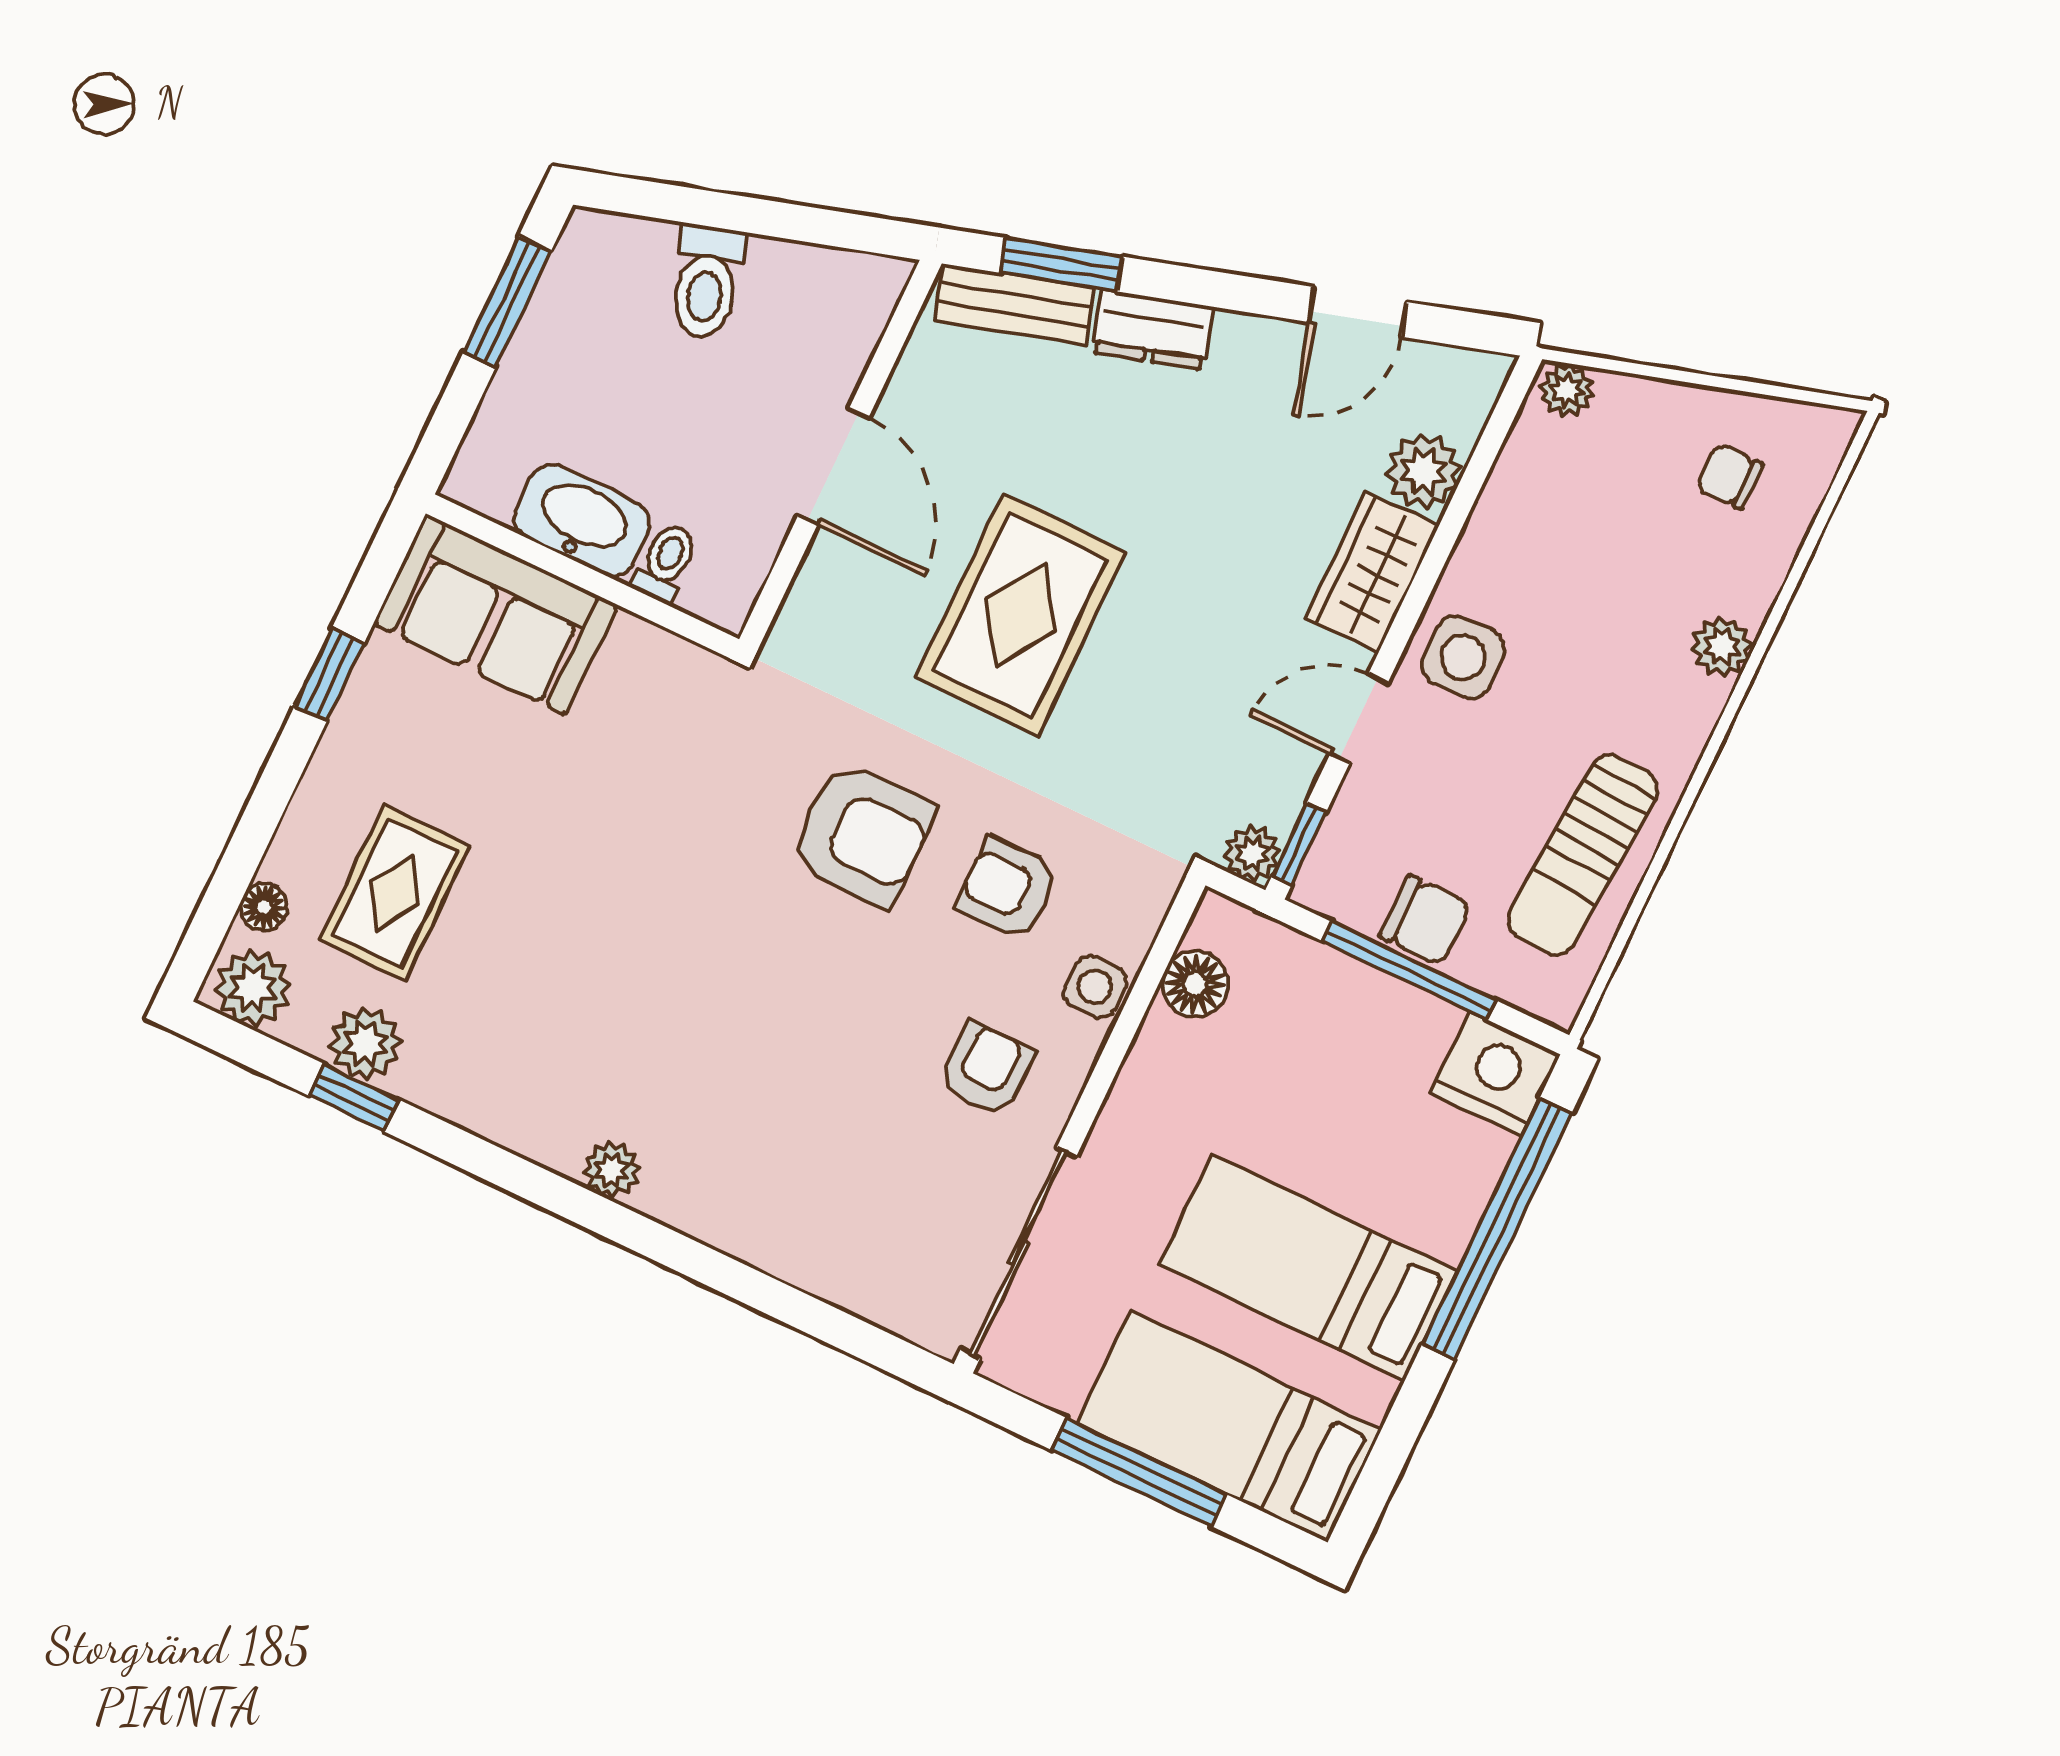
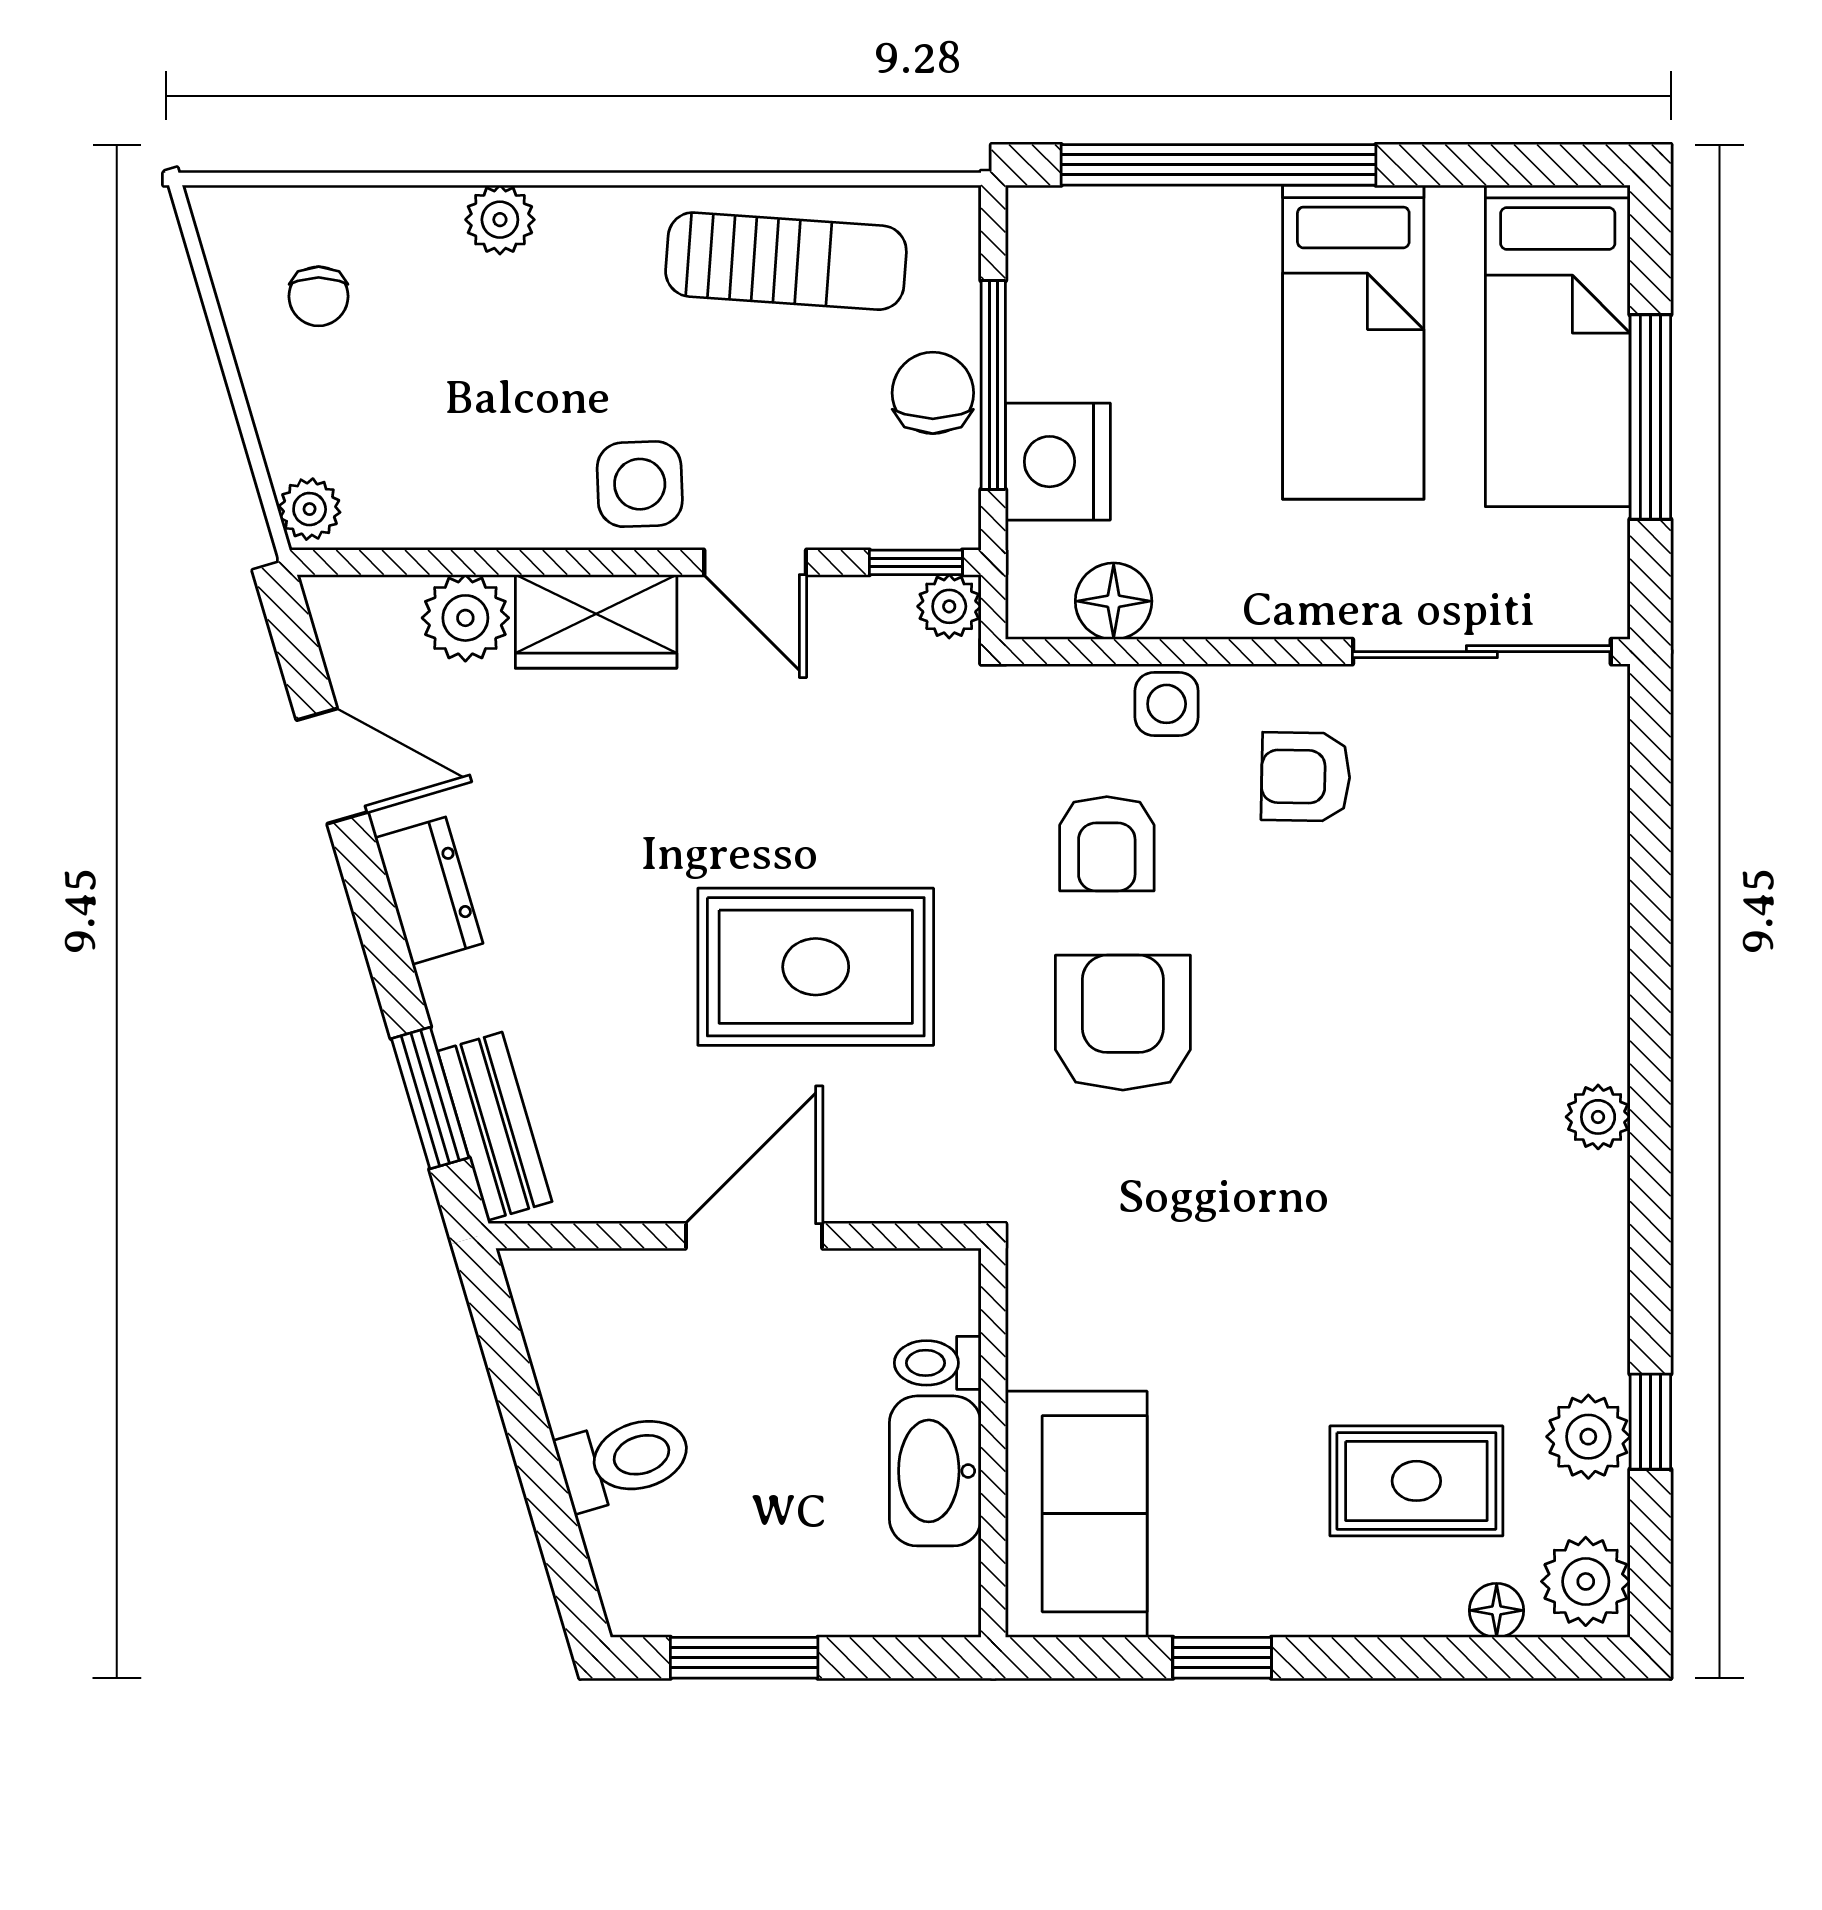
dresser: (1153, 330) -> (429, 891), moved
nightstand: (1495, 1074) -> (1058, 462), moved

